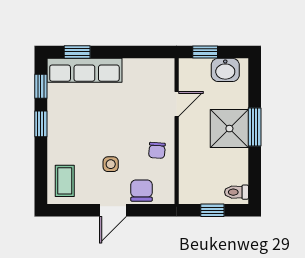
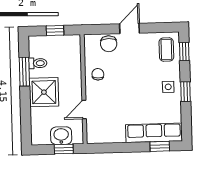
washbasin: (225, 70) -> (61, 136), moved
window: (41, 86) -> (184, 51), moved
window: (255, 127) -> (24, 72), moved
side table: (111, 164) -> (168, 87), moved
toilet: (237, 192) -> (38, 63), moved

